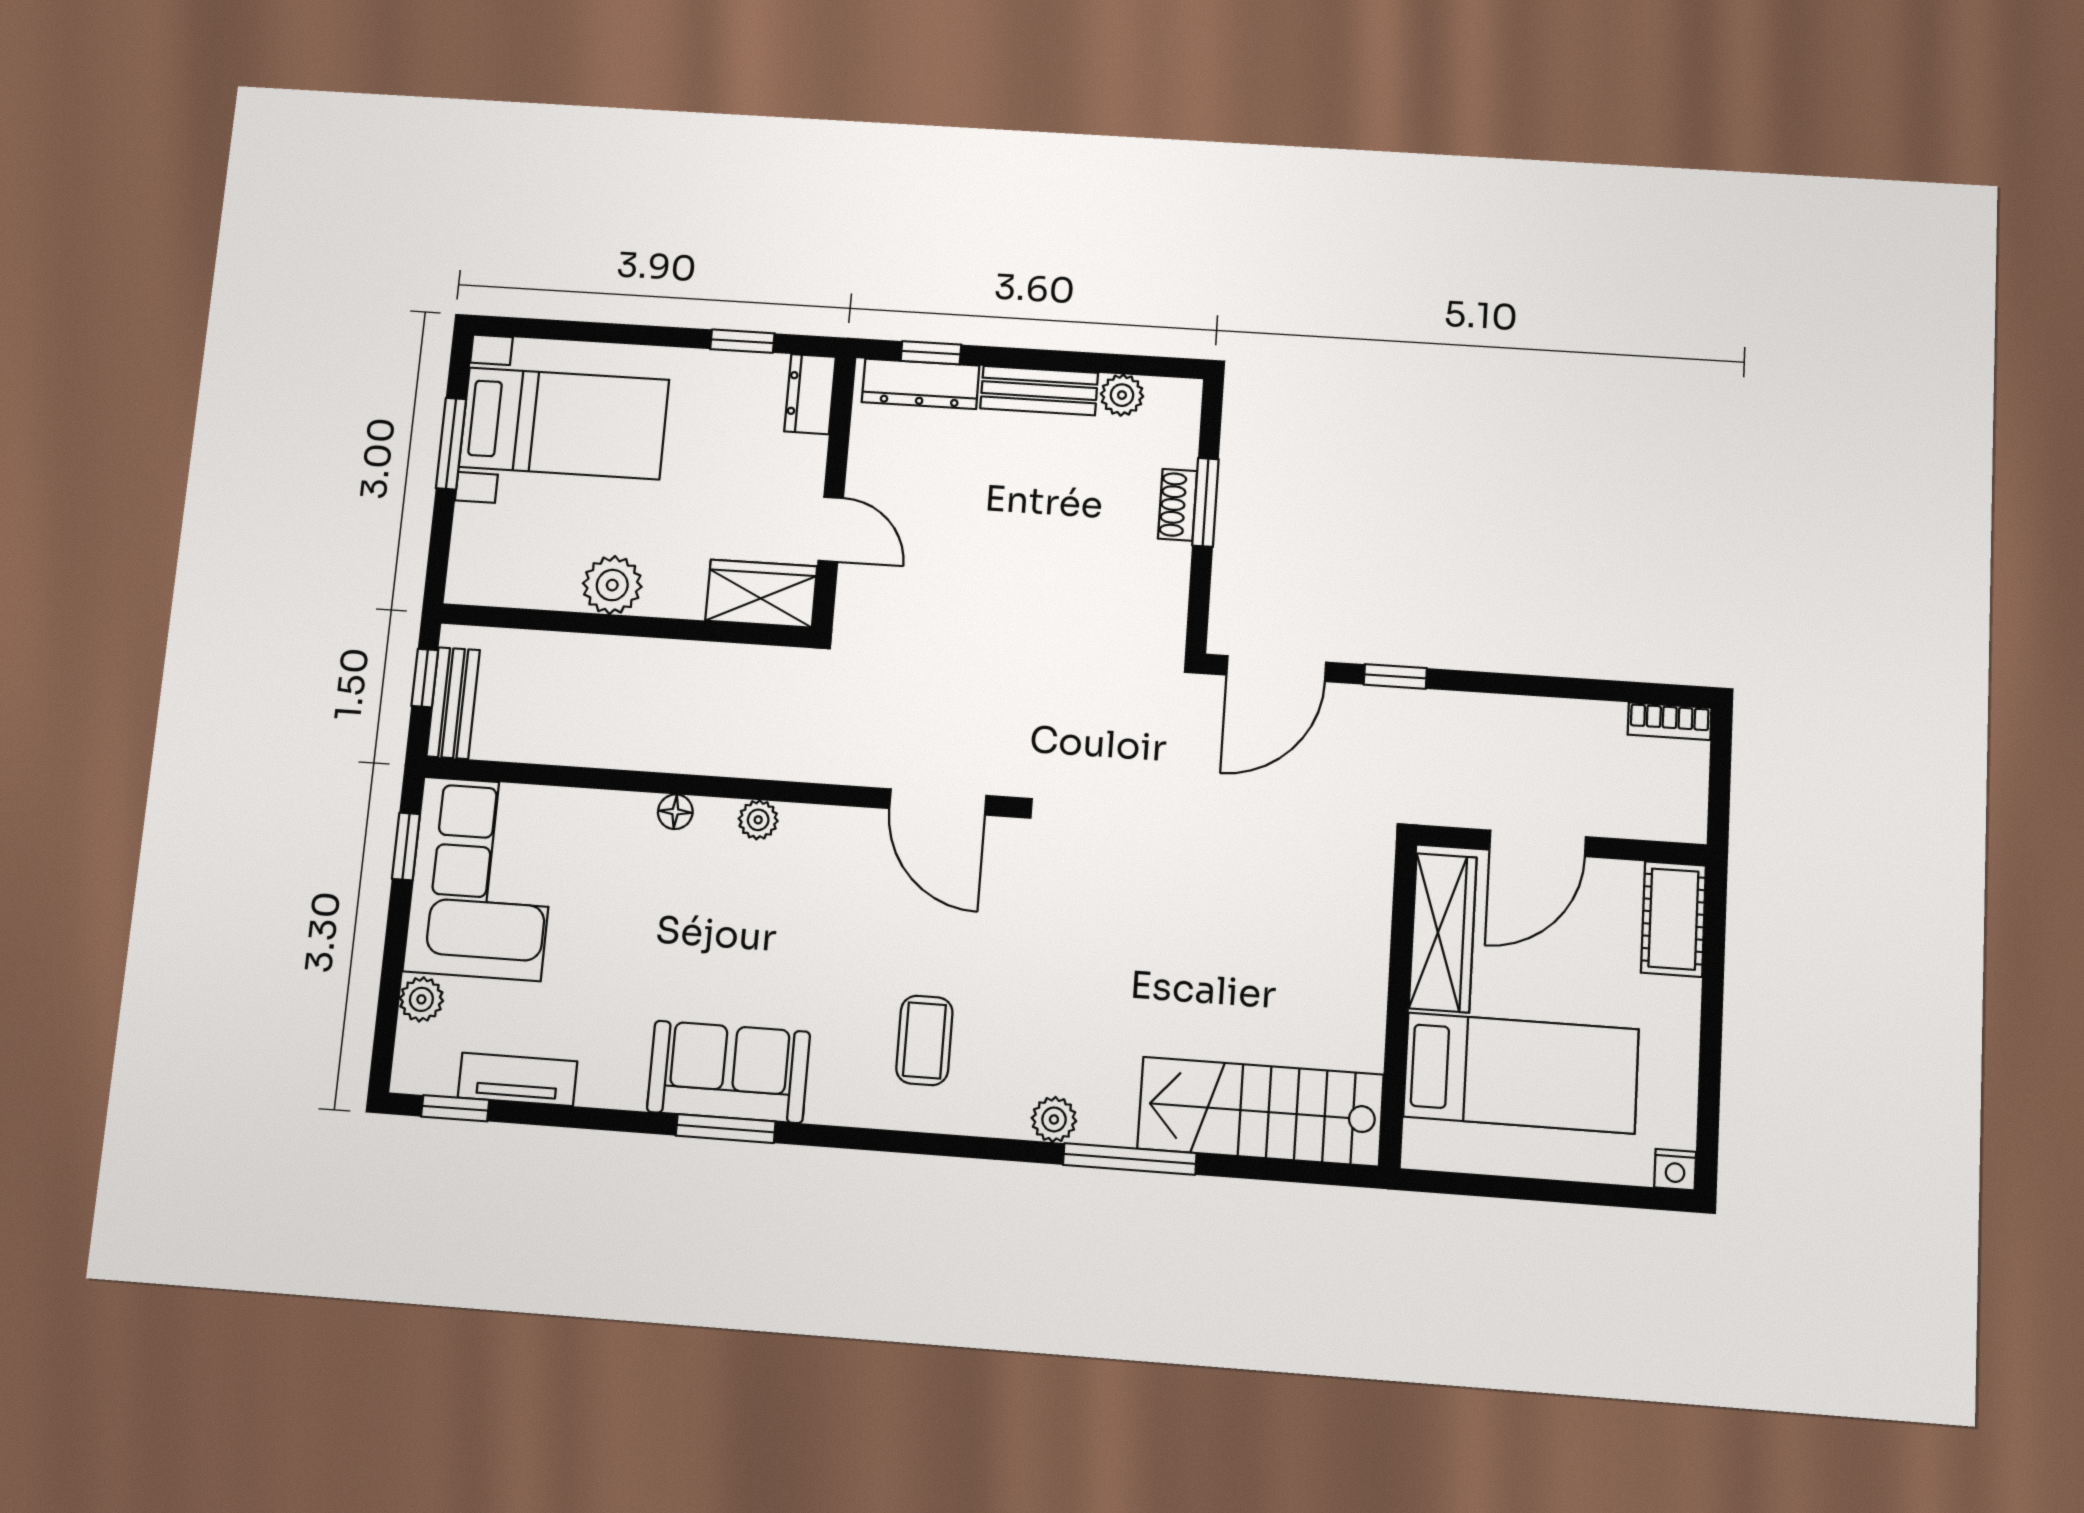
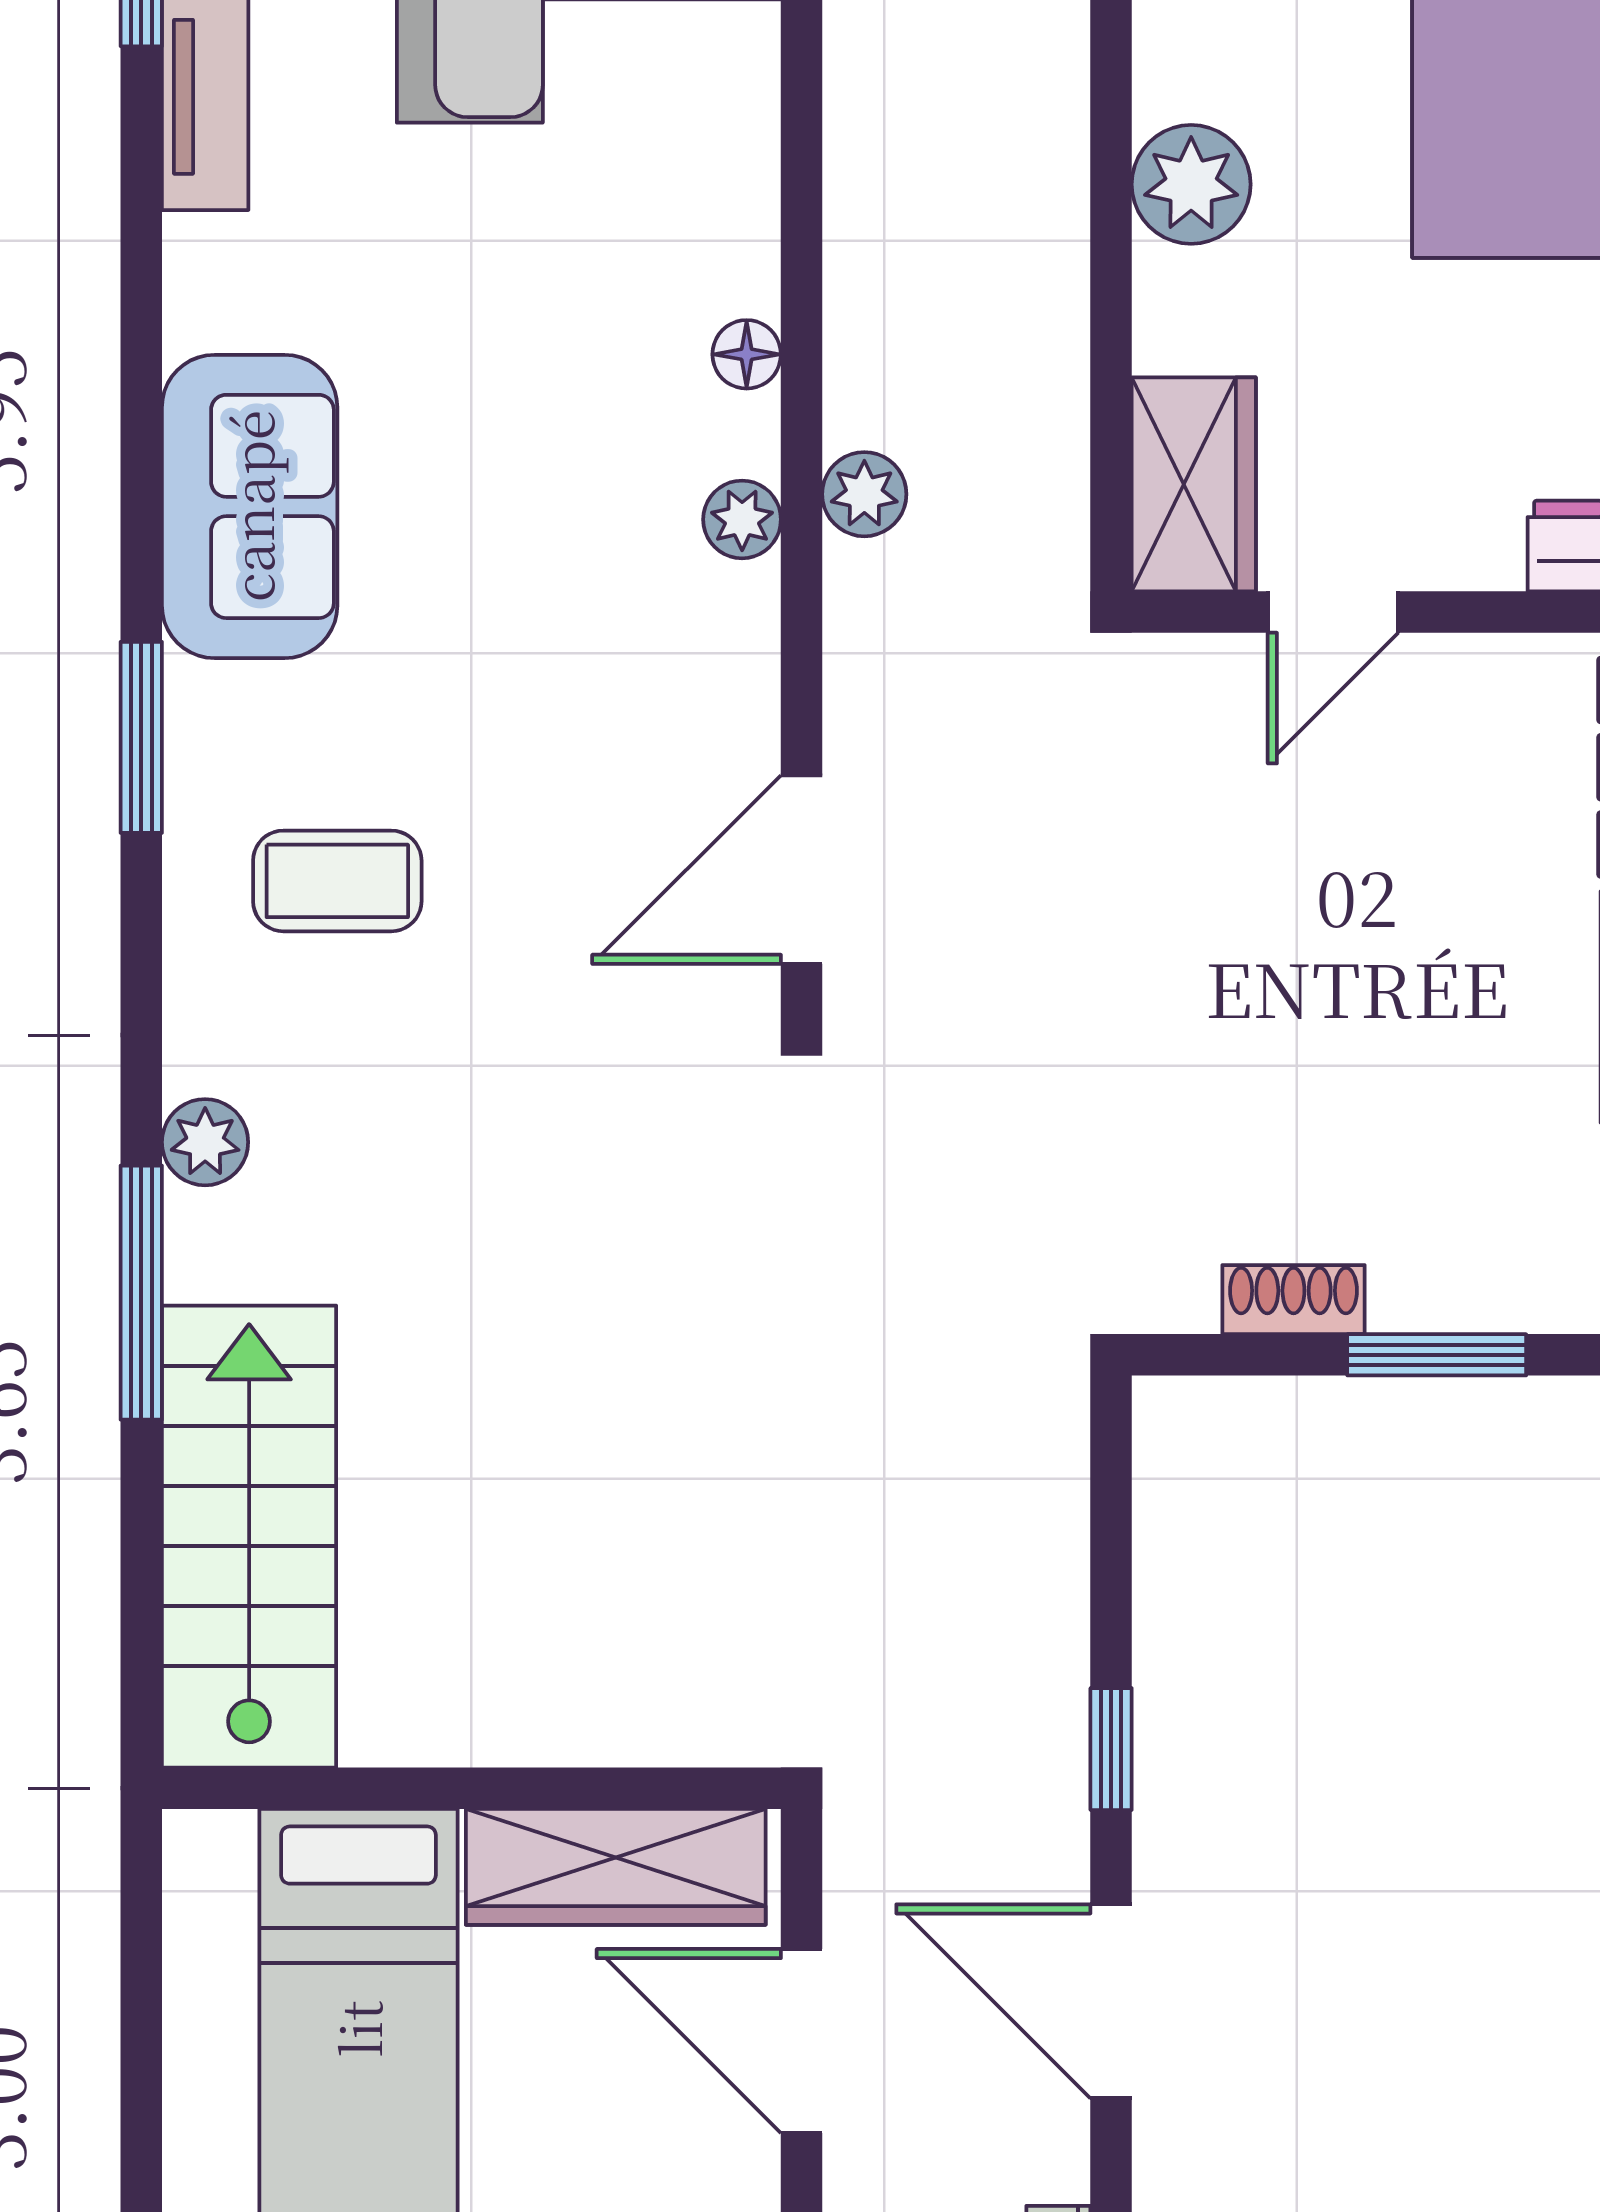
shoe rack: (1177, 505) -> (1293, 1300), moved
door: (1276, 669) -> (1111, 2001), moved
plant: (751, 757) -> (864, 494), added
window: (726, 1129) -> (141, 737), moved

